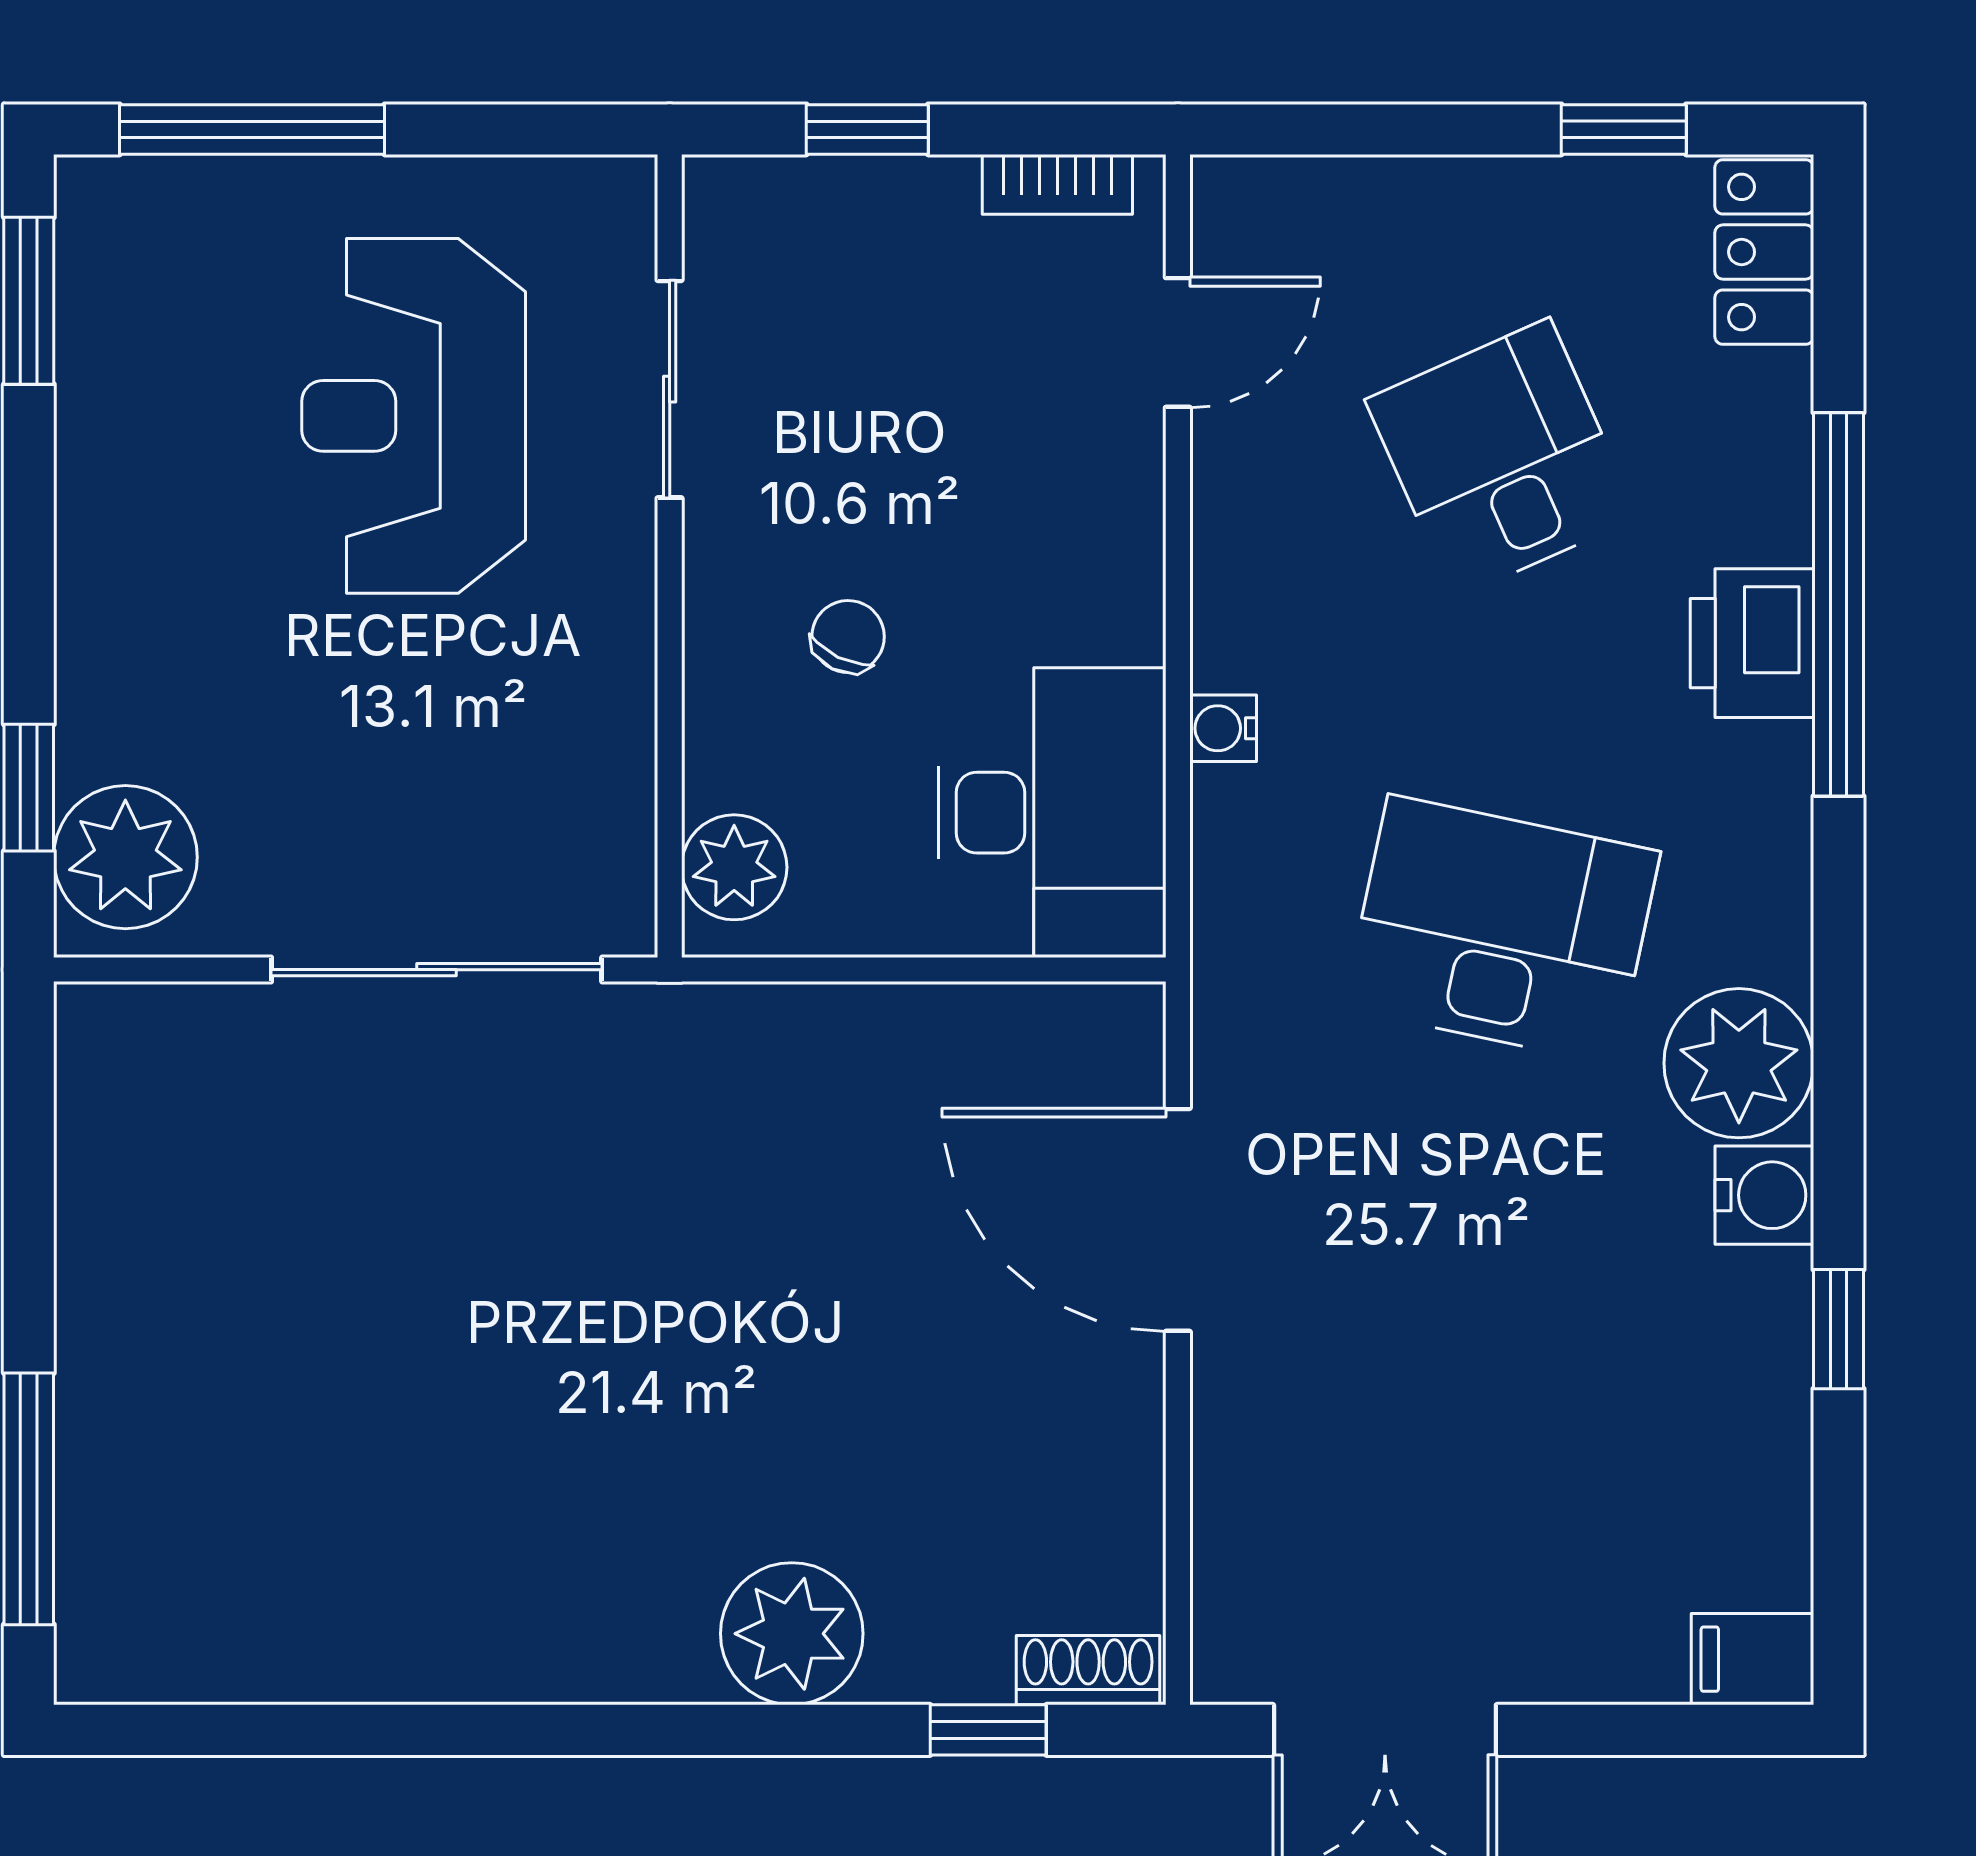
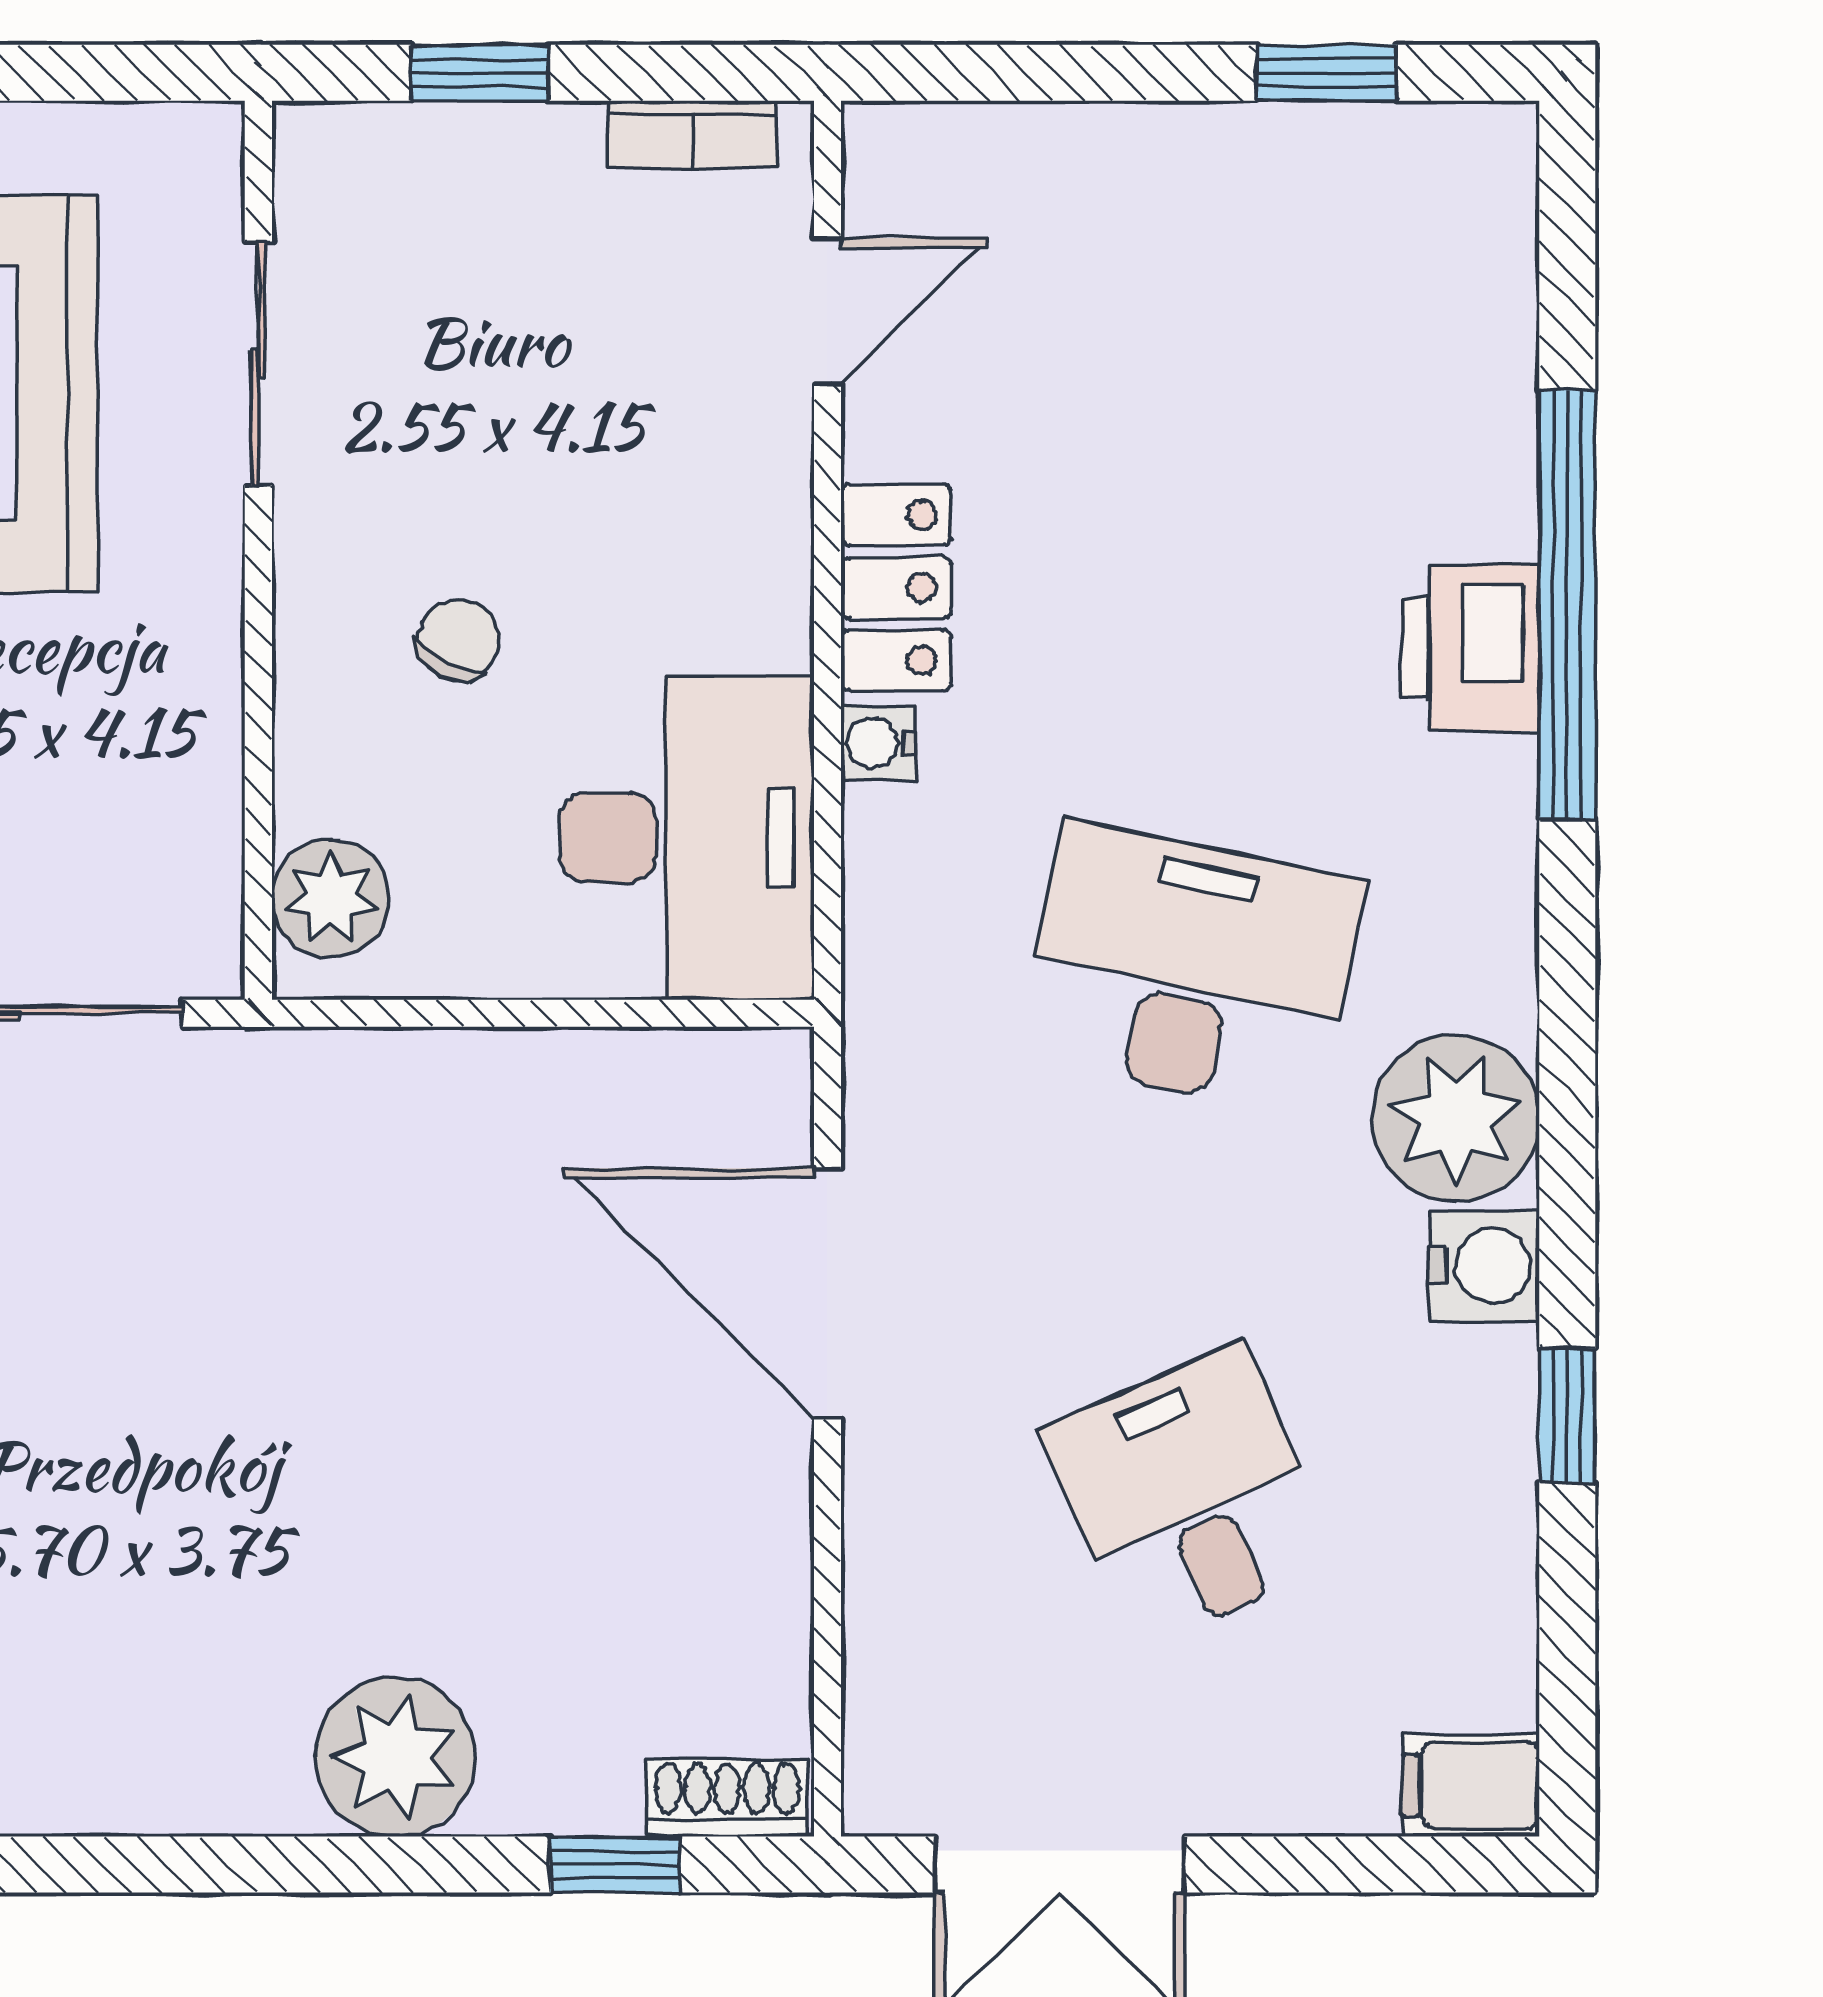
locker: (1764, 252) -> (896, 588), moved, turned 180
desk: (1502, 458) -> (1190, 1496), moved

